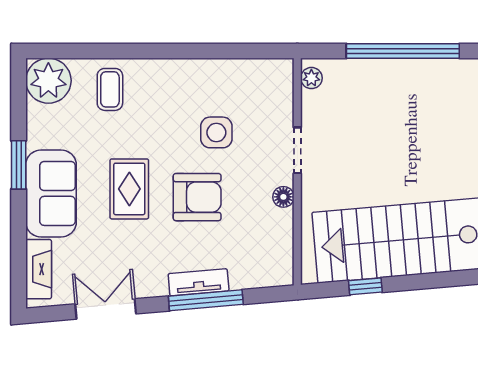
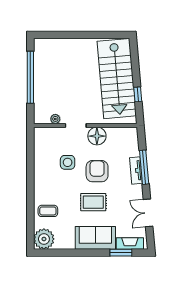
plant: (311, 78) -> (55, 119), moved
window: (19, 165) -> (121, 253), moved
floor lamp: (283, 197) -> (97, 136), width x1.89, depth x1.89

